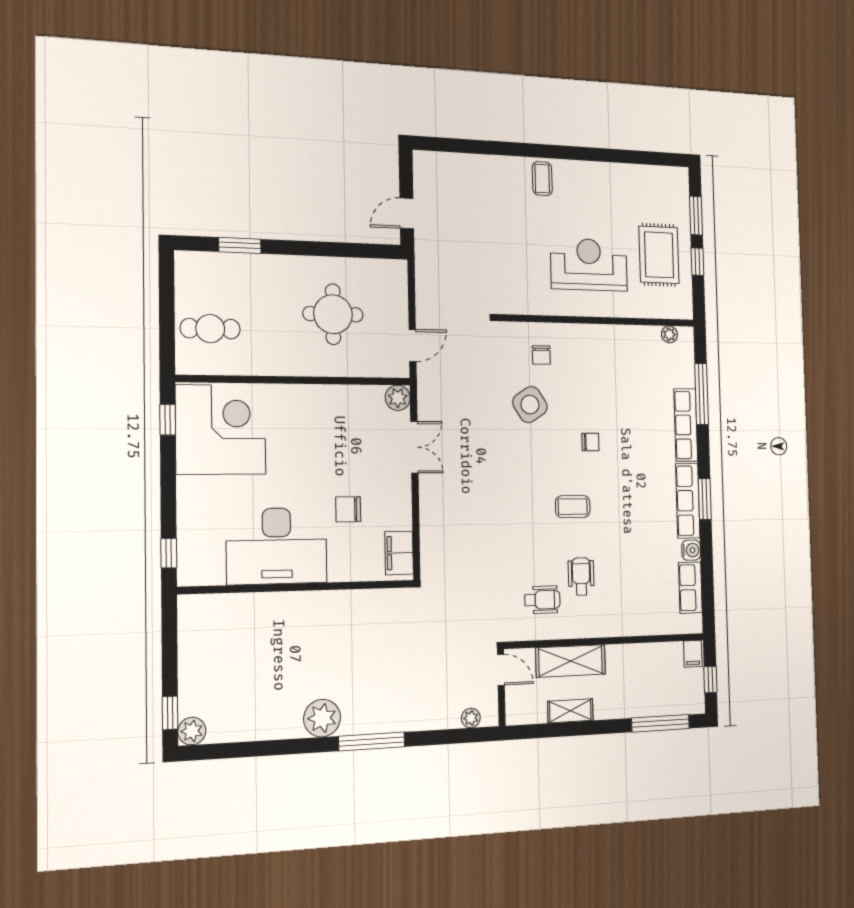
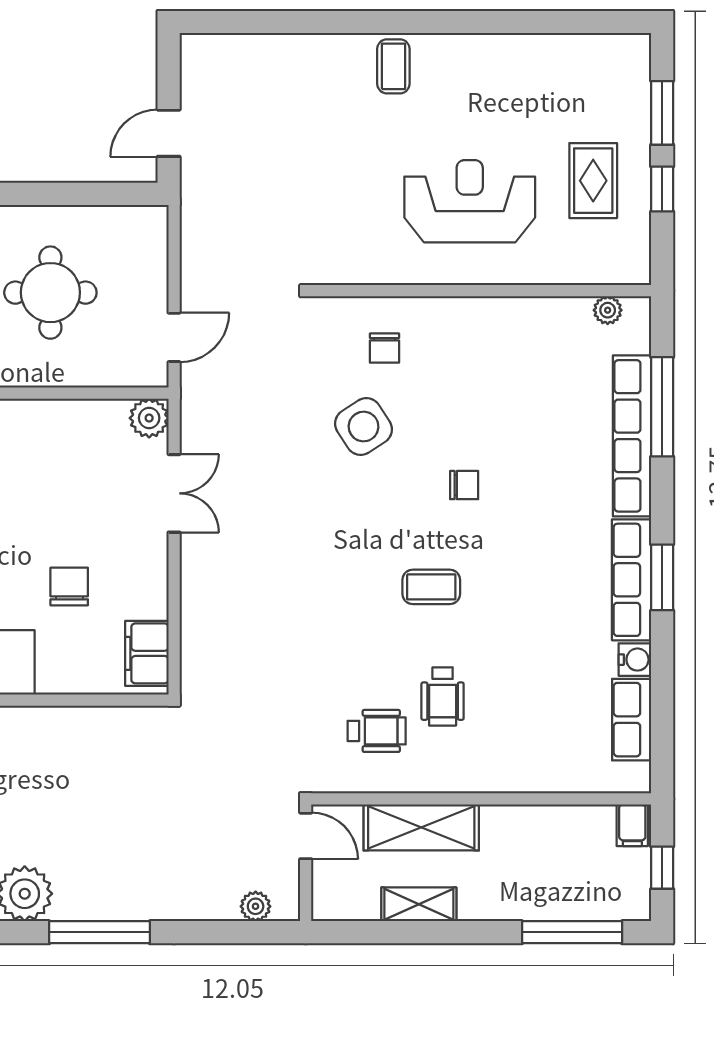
rug: (659, 255) -> (593, 181), width x0.73, depth x0.70
row of seats: (686, 425) -> (632, 436), width x1.36
chair: (348, 509) -> (69, 587), turned 90
wheelchair: (581, 576) -> (443, 696), turned 180

